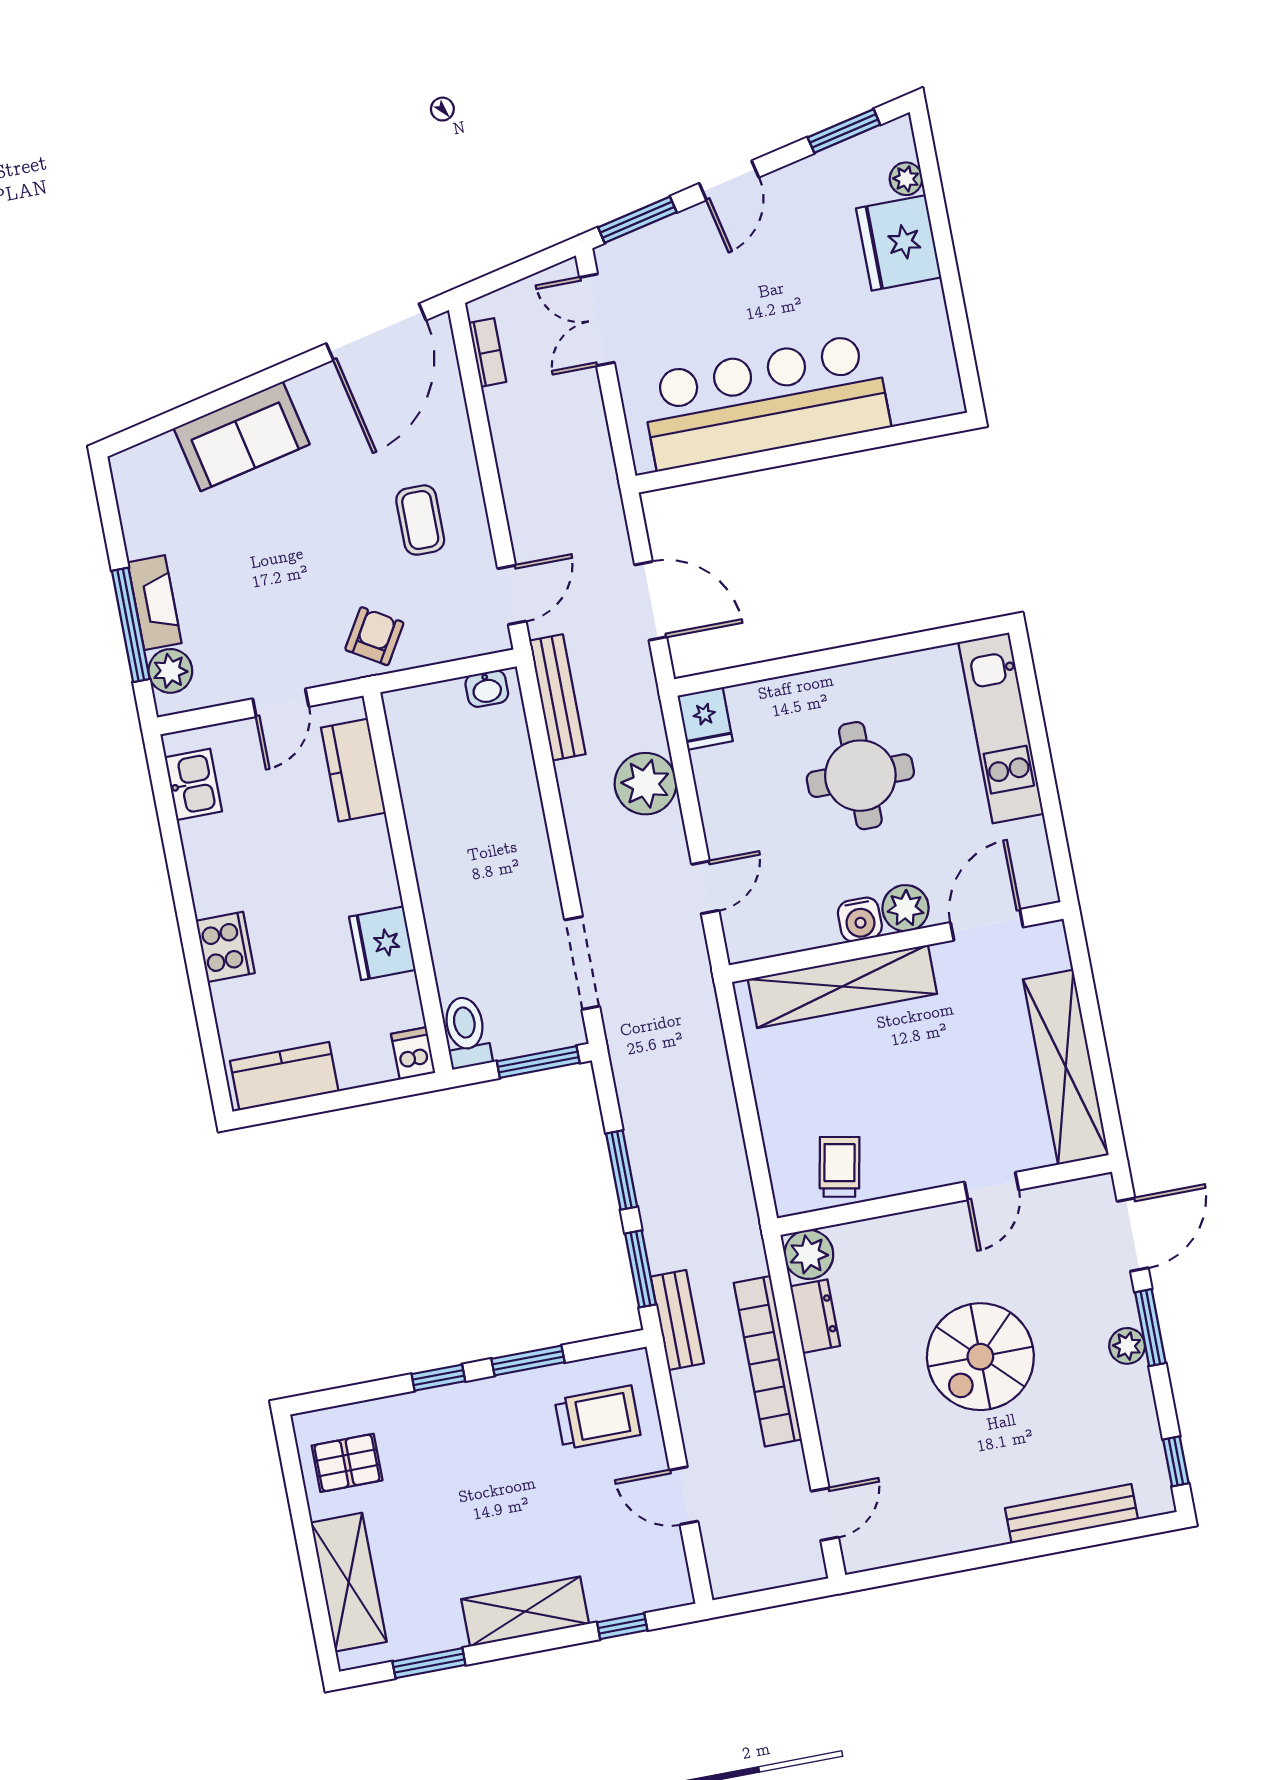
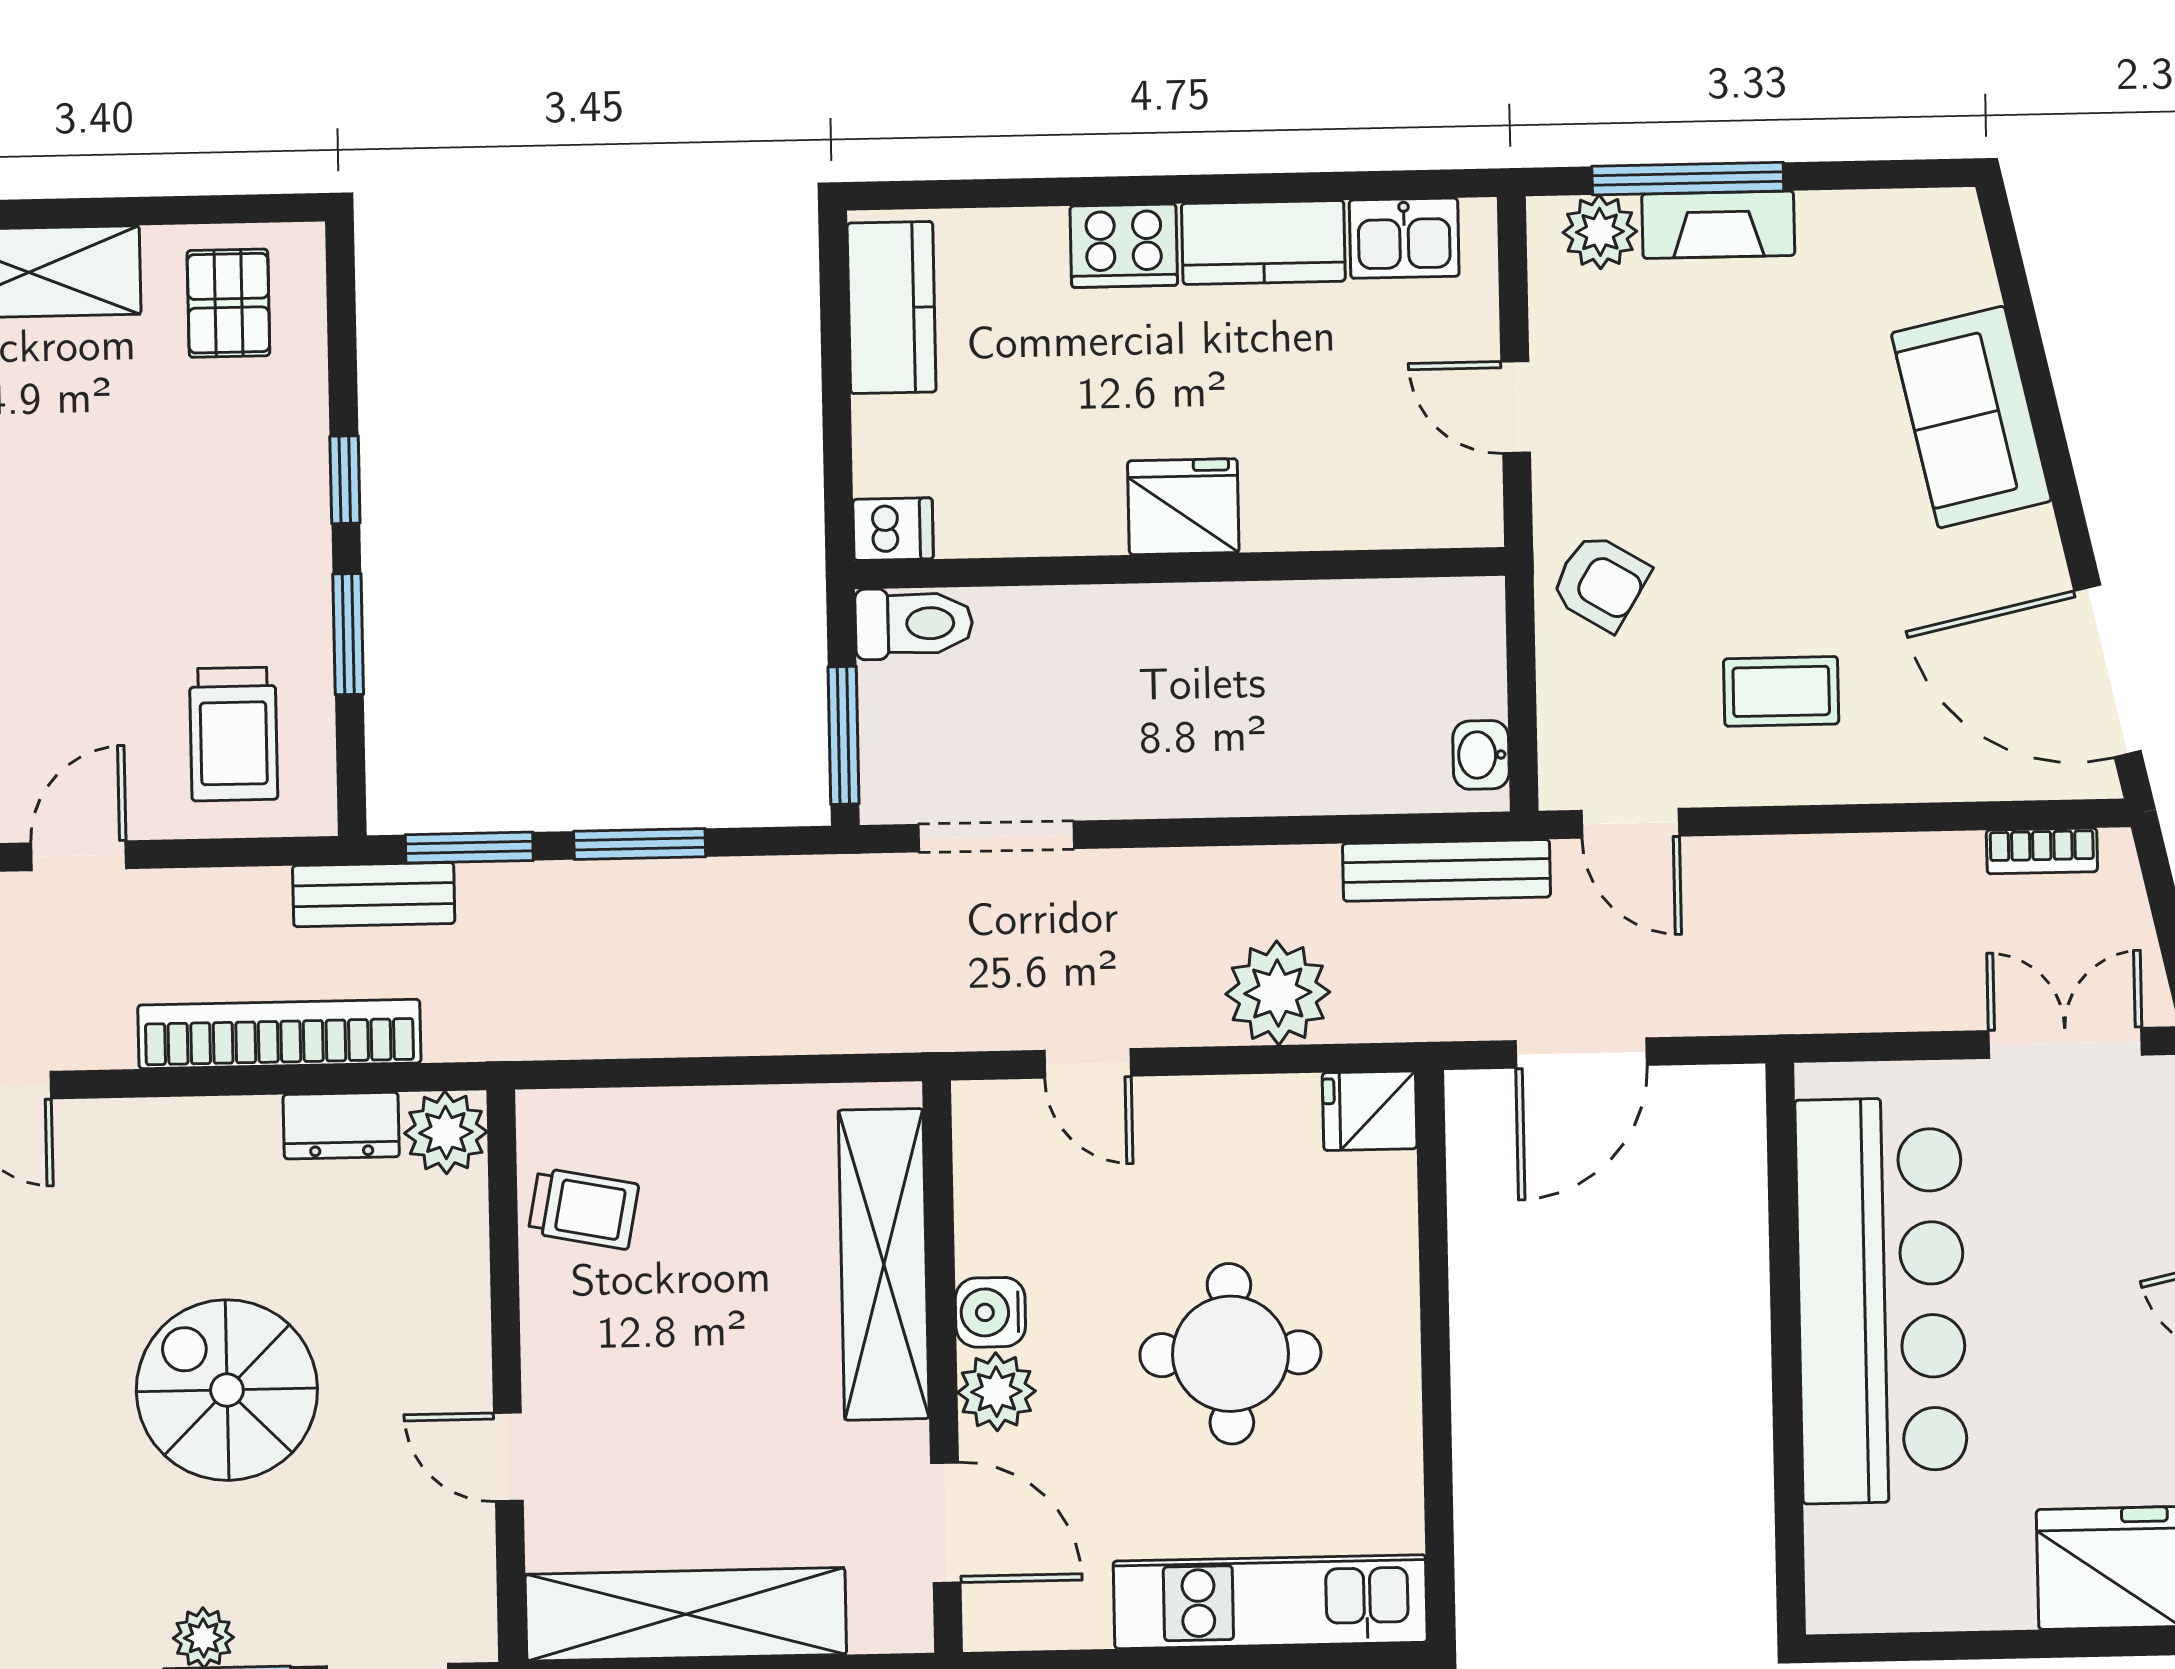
kitchen counter: (353, 770) -> (1263, 242), moved, turned 180
fridge: (382, 943) -> (1183, 507), moved

